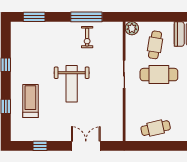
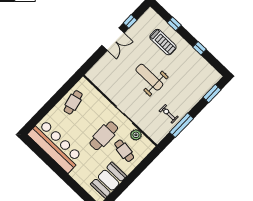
plant: (132, 28) -> (136, 135), moved
double door: (86, 146) -> (113, 39), moved

